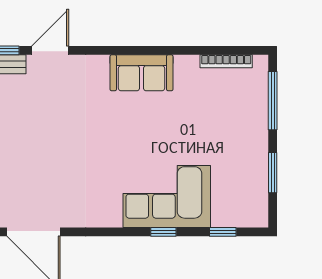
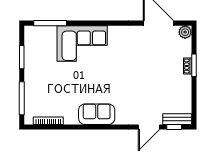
window: (163, 232) -> (84, 23), removed
window: (223, 232) -> (50, 23), width x2.17

